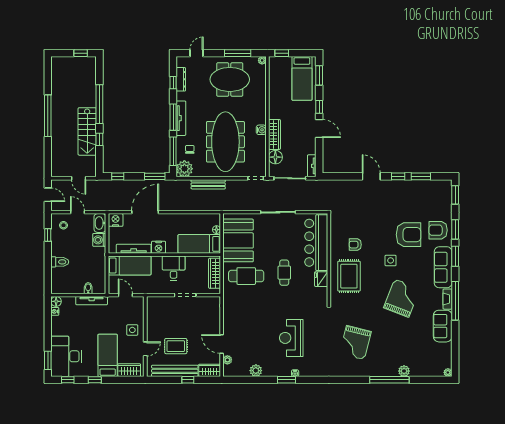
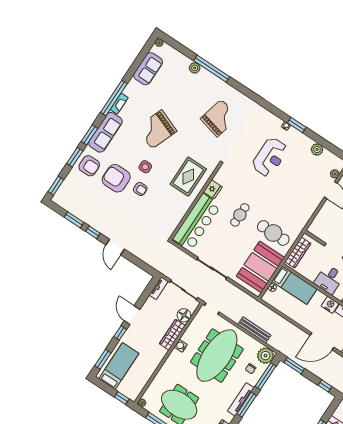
armchair: (355, 245) -> (140, 189), moved
sofa: (443, 326) -> (148, 69), moved

